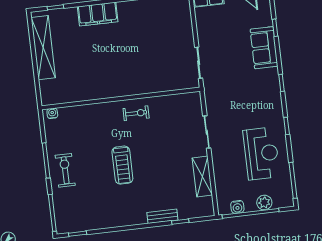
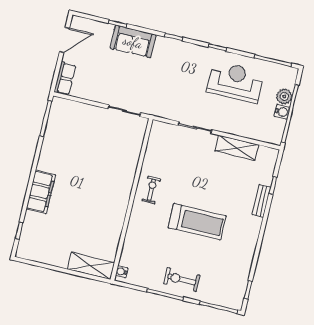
shelving: (43, 48) -> (91, 266), moved, width x0.68
treadmill: (122, 165) -> (197, 222), width x1.37, depth x1.38
water cooler: (237, 207) -> (282, 112), moved

